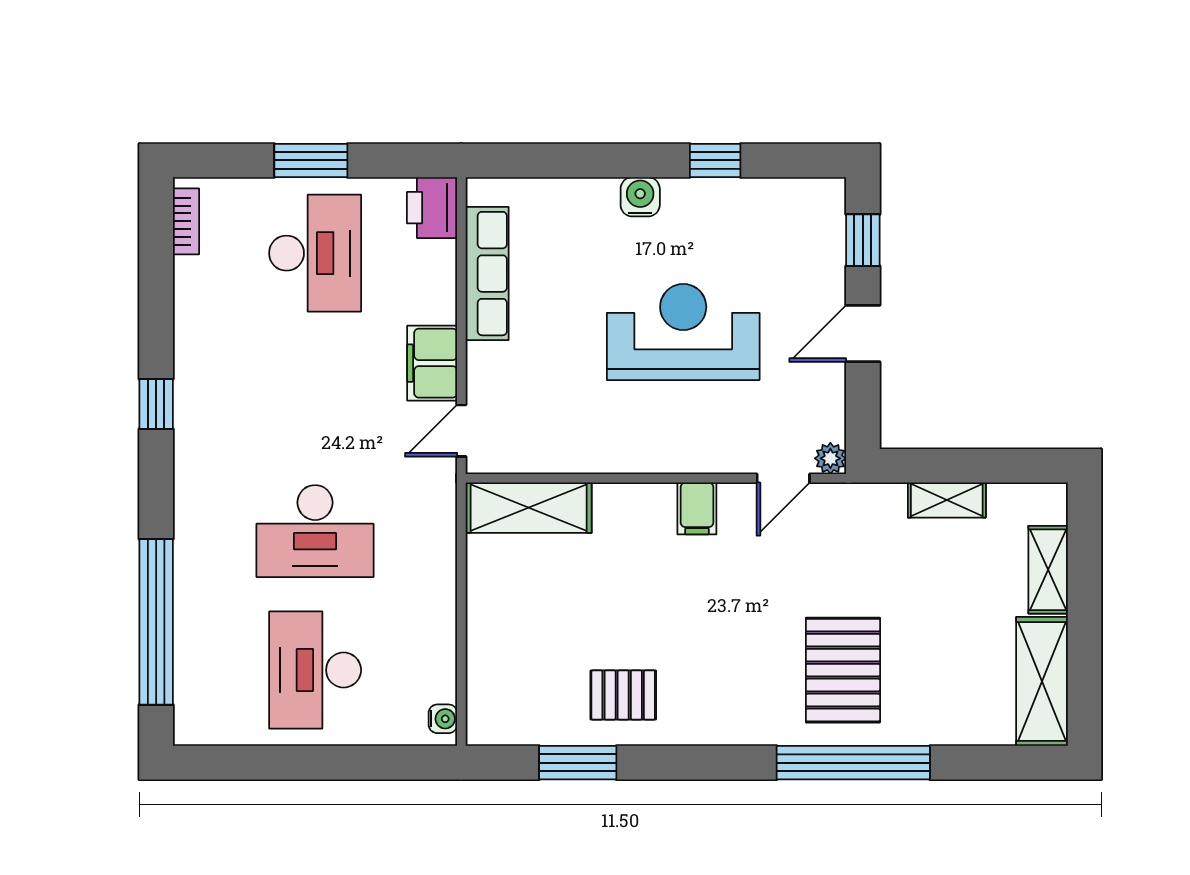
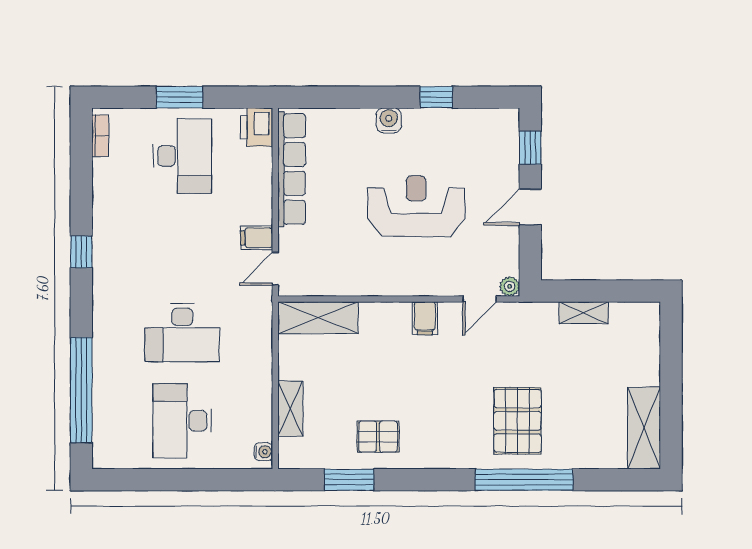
row of seats: (487, 274) -> (292, 169), width x1.36
filing cabinet: (432, 363) -> (257, 238), width x0.50
shelving: (1048, 570) -> (290, 409), moved

